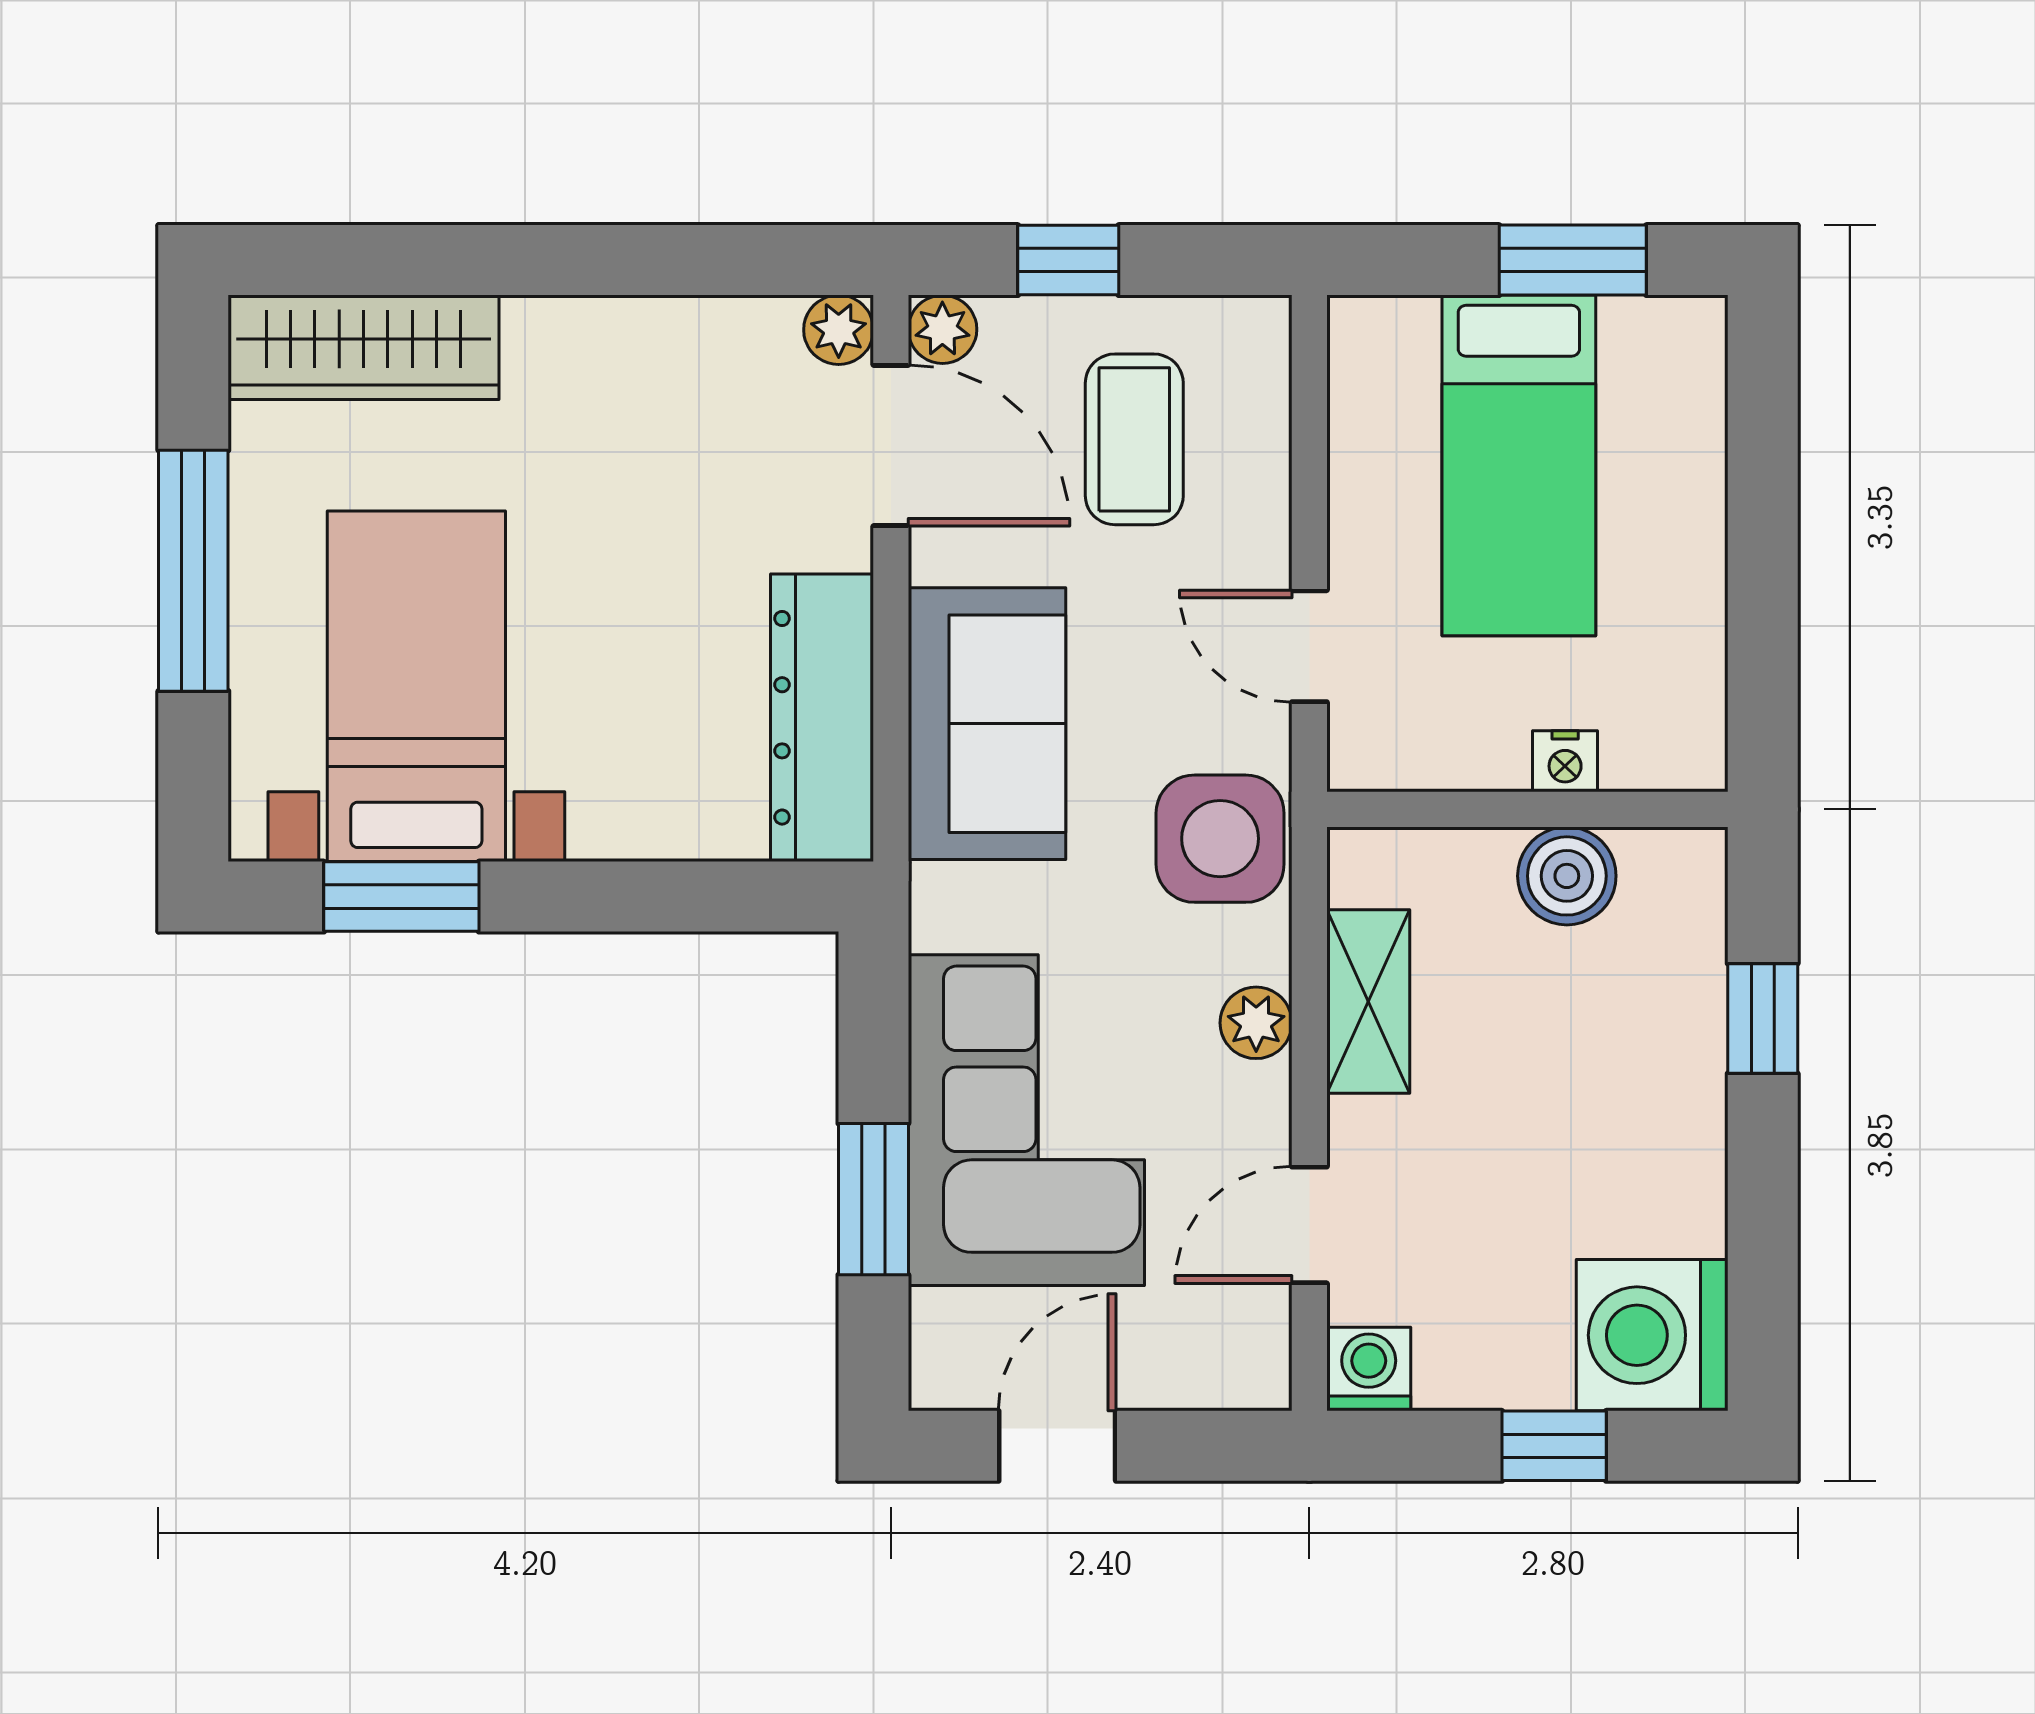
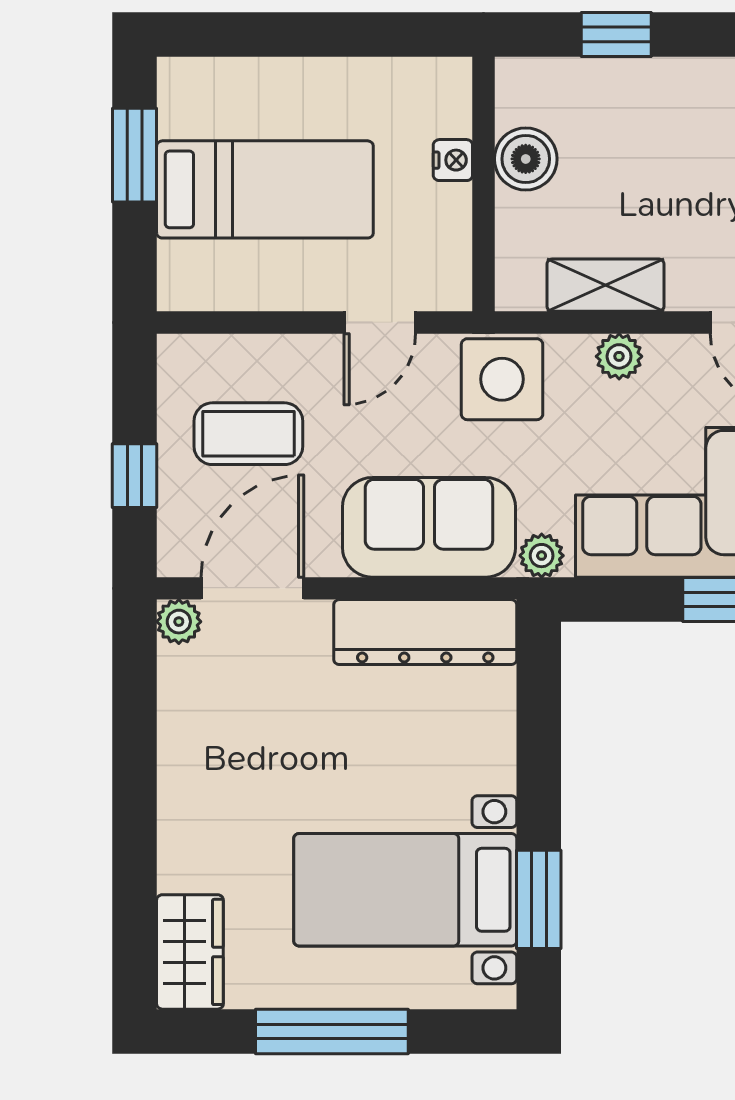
plant: (942, 329) -> (542, 556), moved
wardrobe: (364, 347) -> (190, 952), width x0.67

